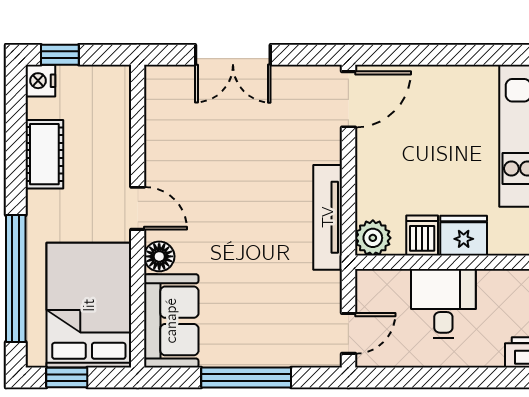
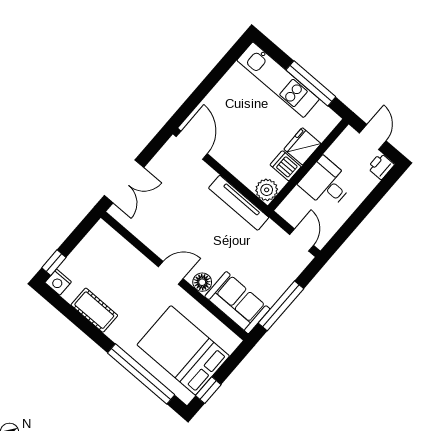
door: (138, 208) -> (171, 273), moved
wall: (138, 216) -> (175, 276), moved
floor lamp: (159, 256) -> (202, 282), moved
sofa: (171, 321) -> (237, 303), moved

